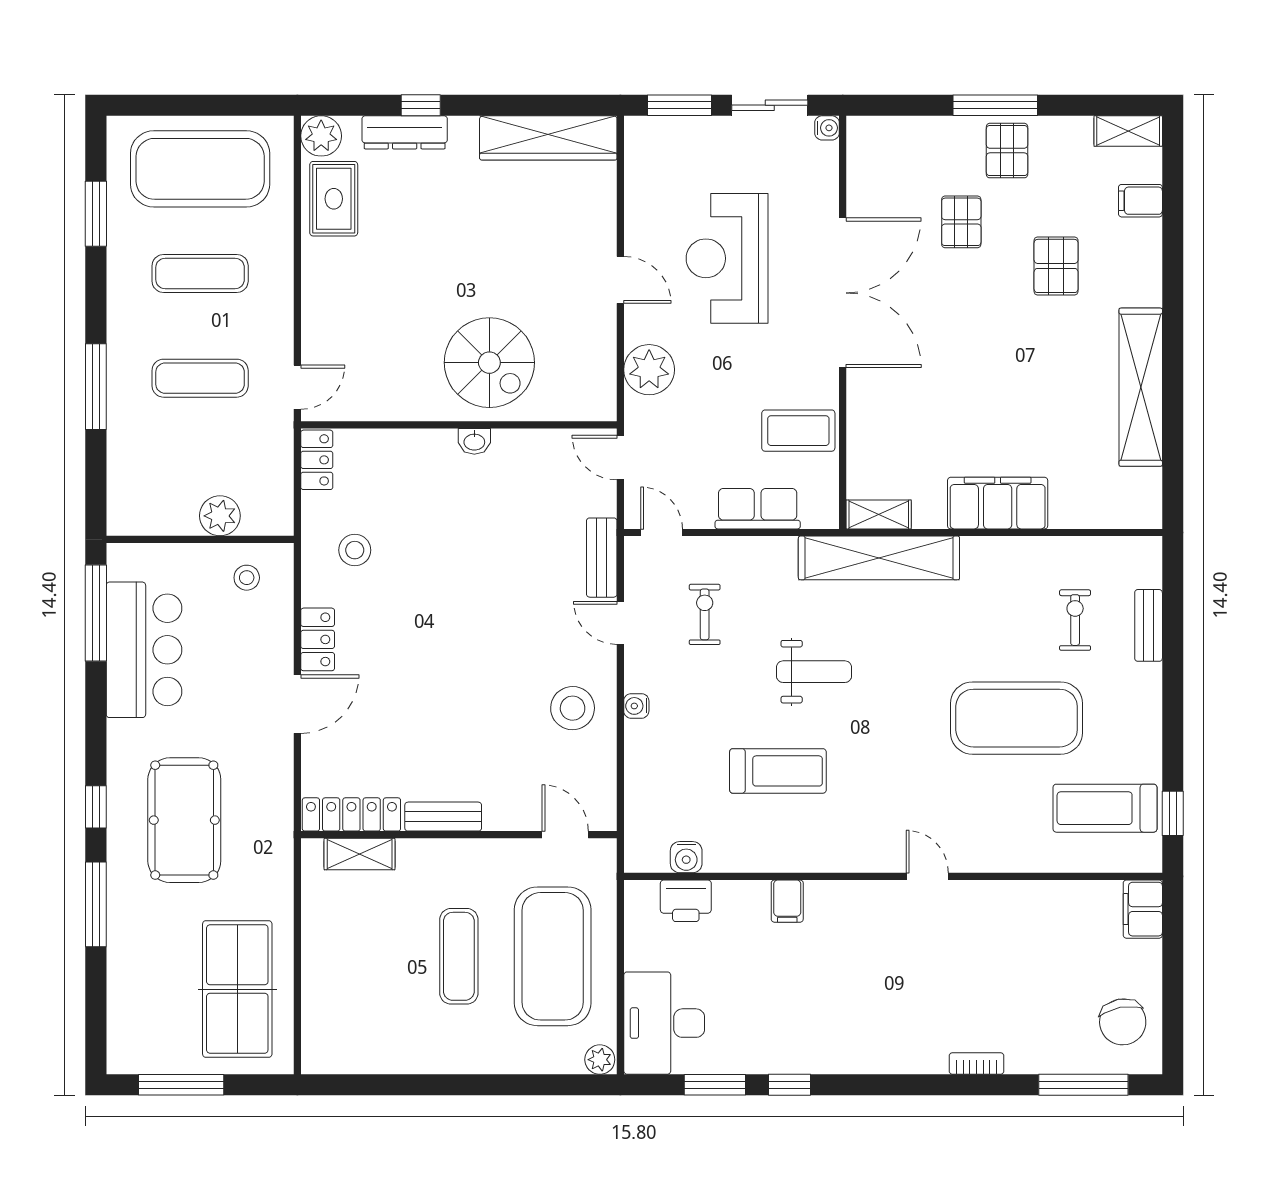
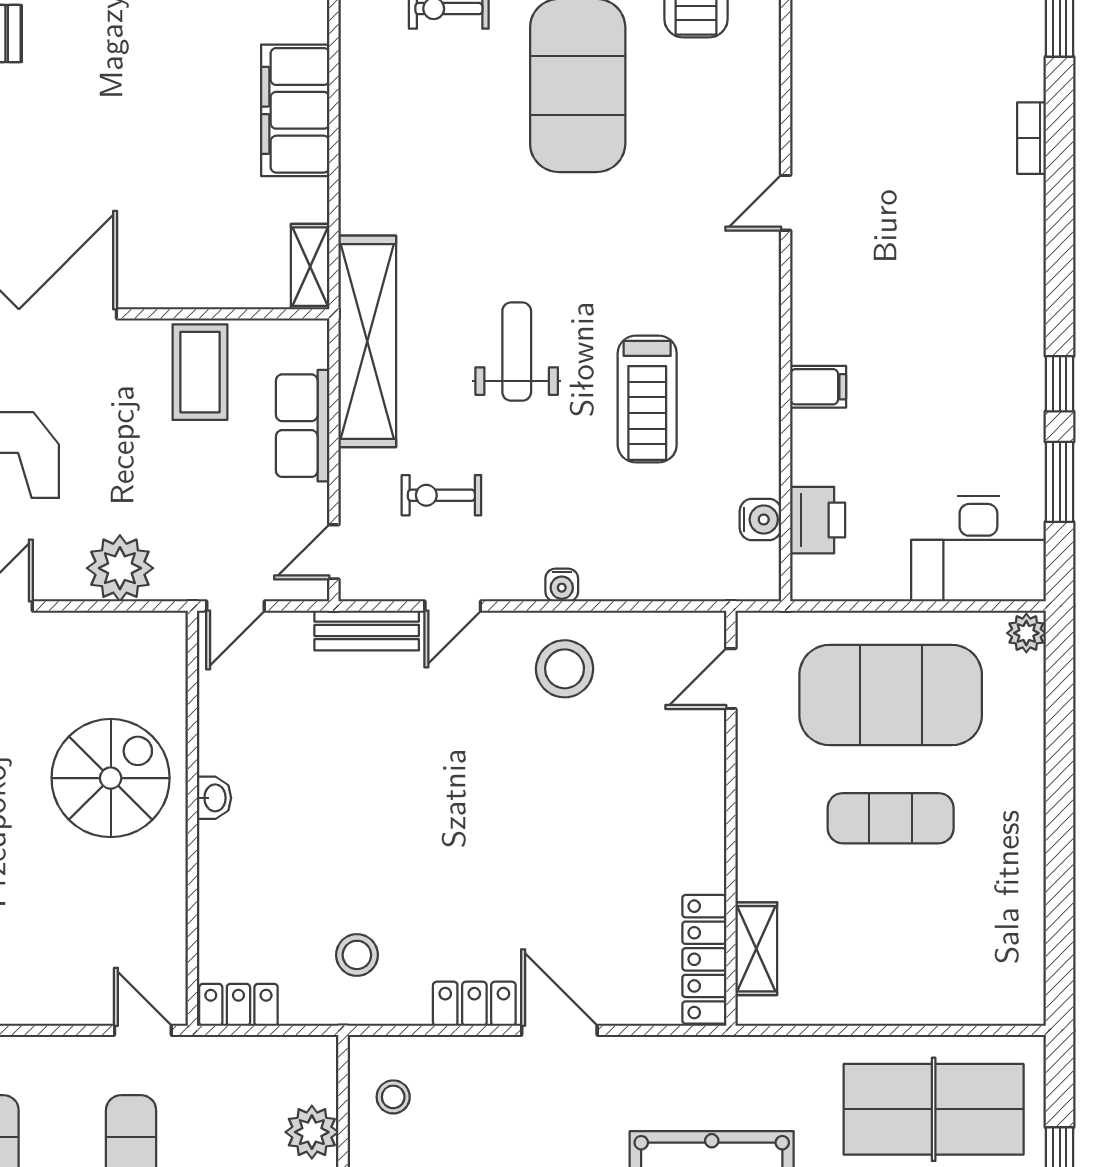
shelving: (879, 558) -> (367, 341), moved
treadmill: (778, 771) -> (647, 399), turned 180
bench: (443, 817) -> (707, 839), removed

